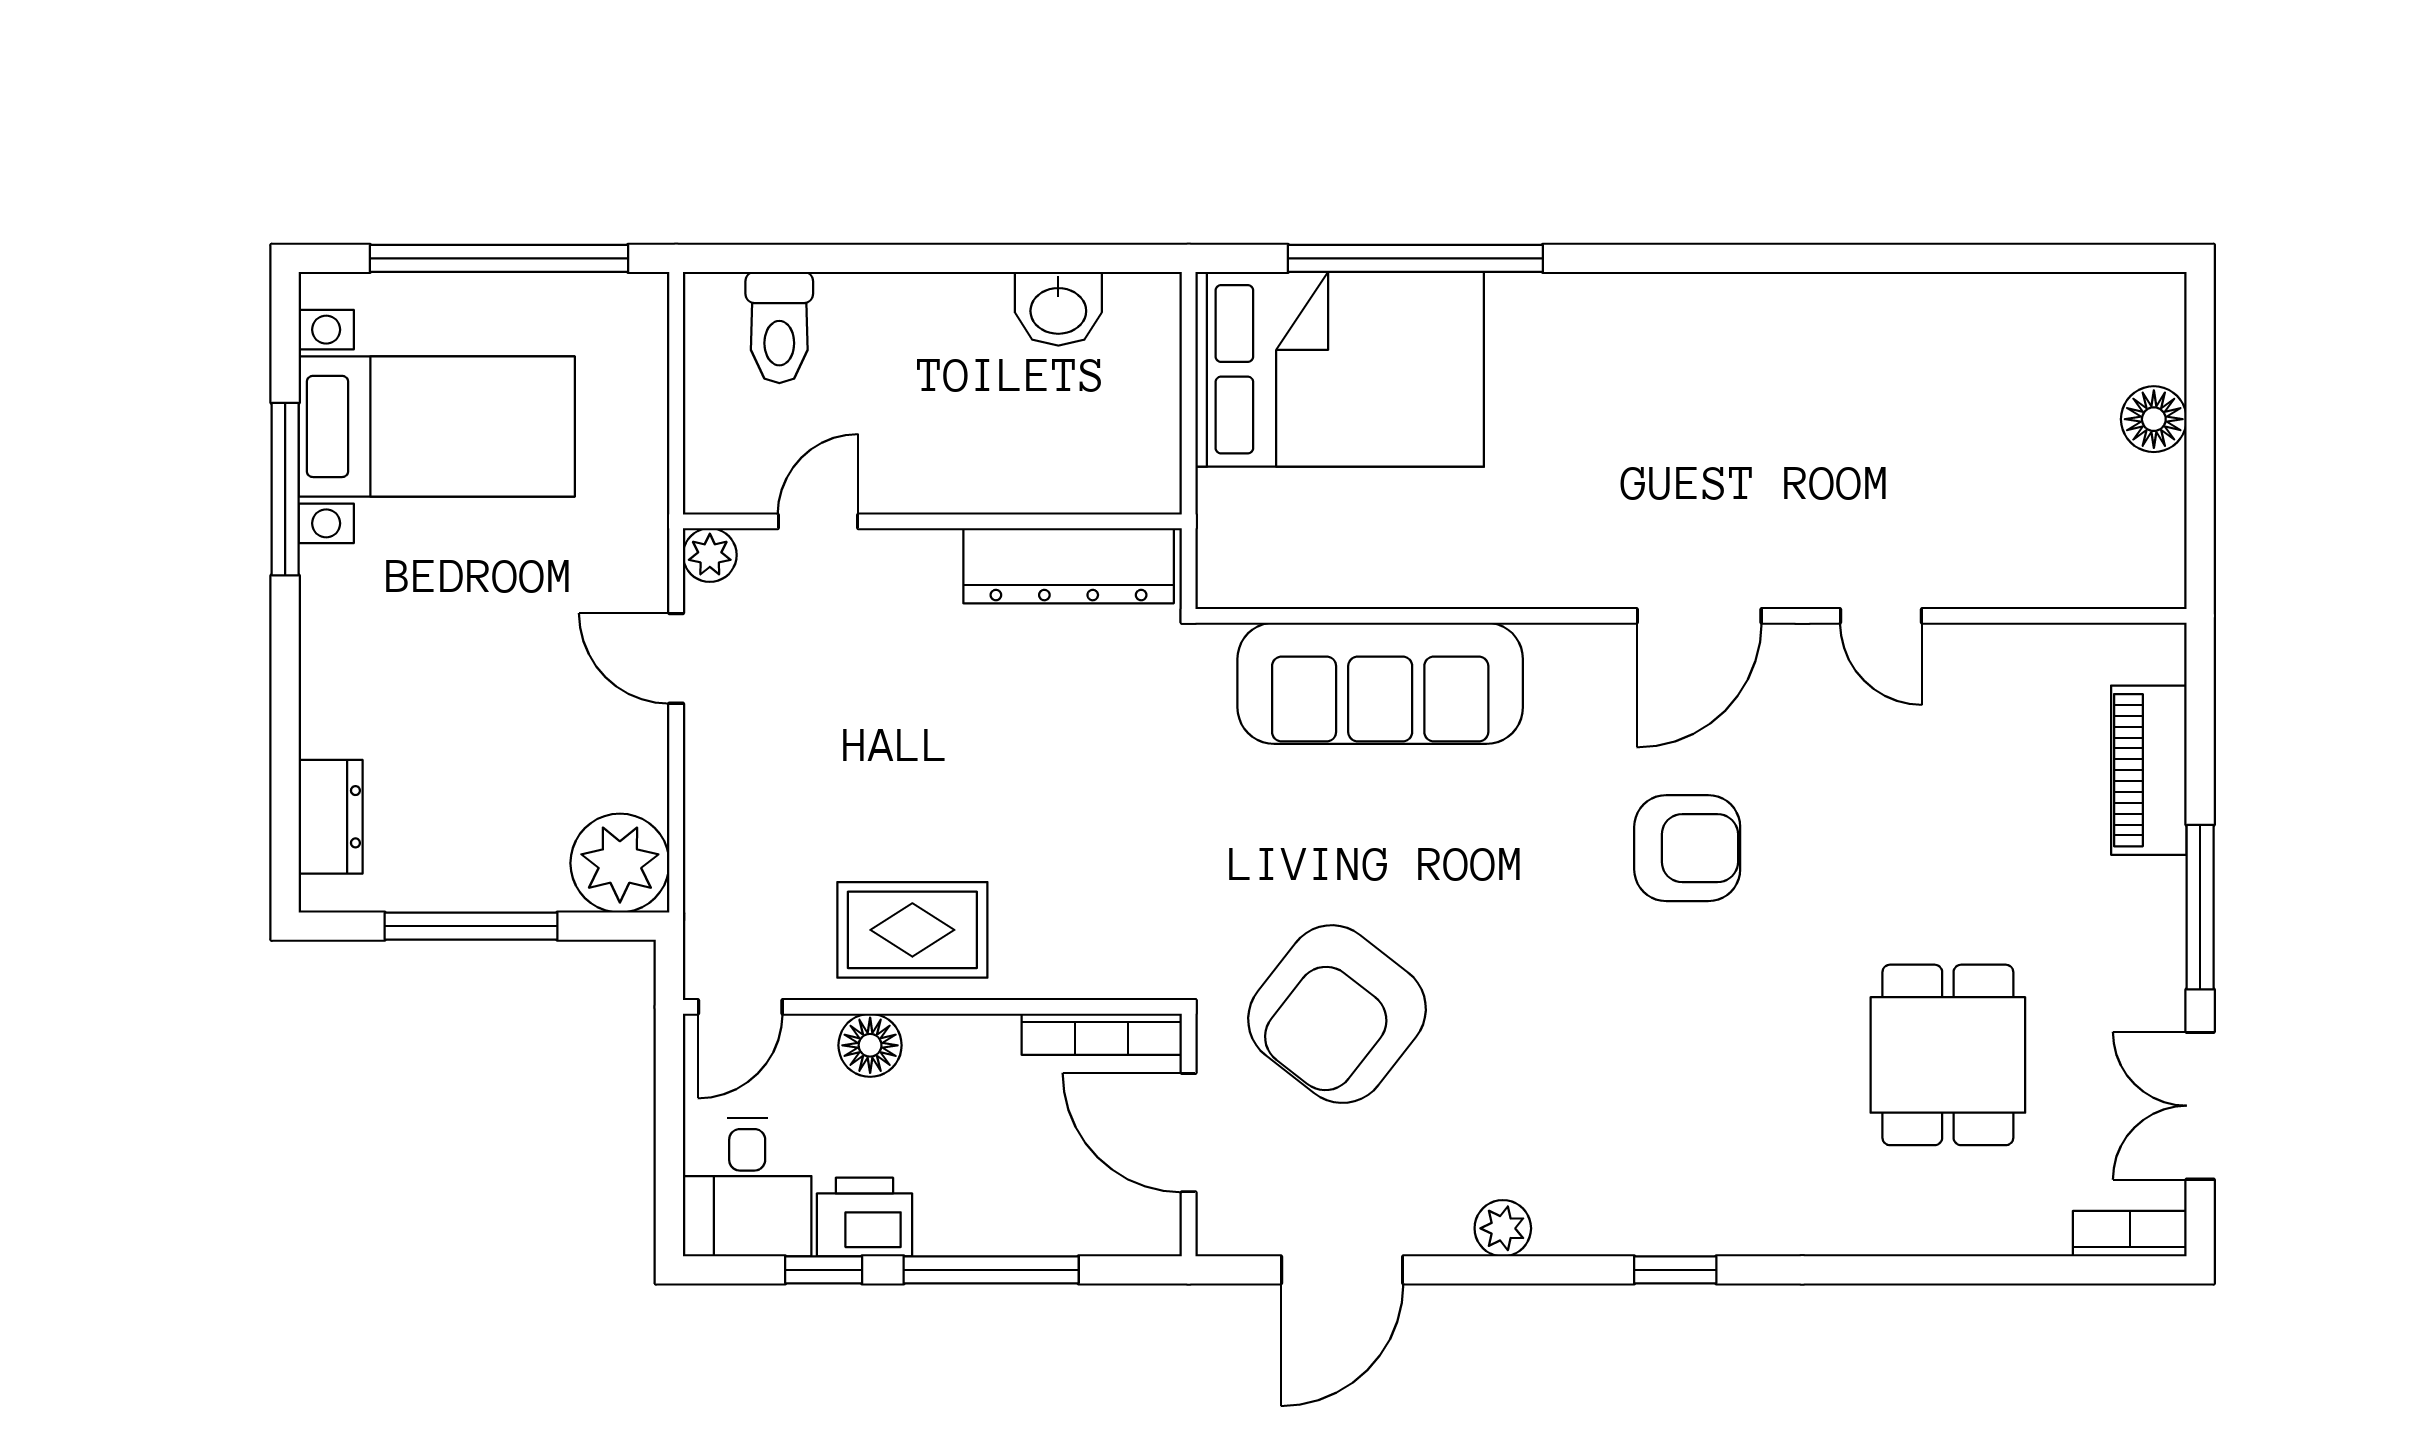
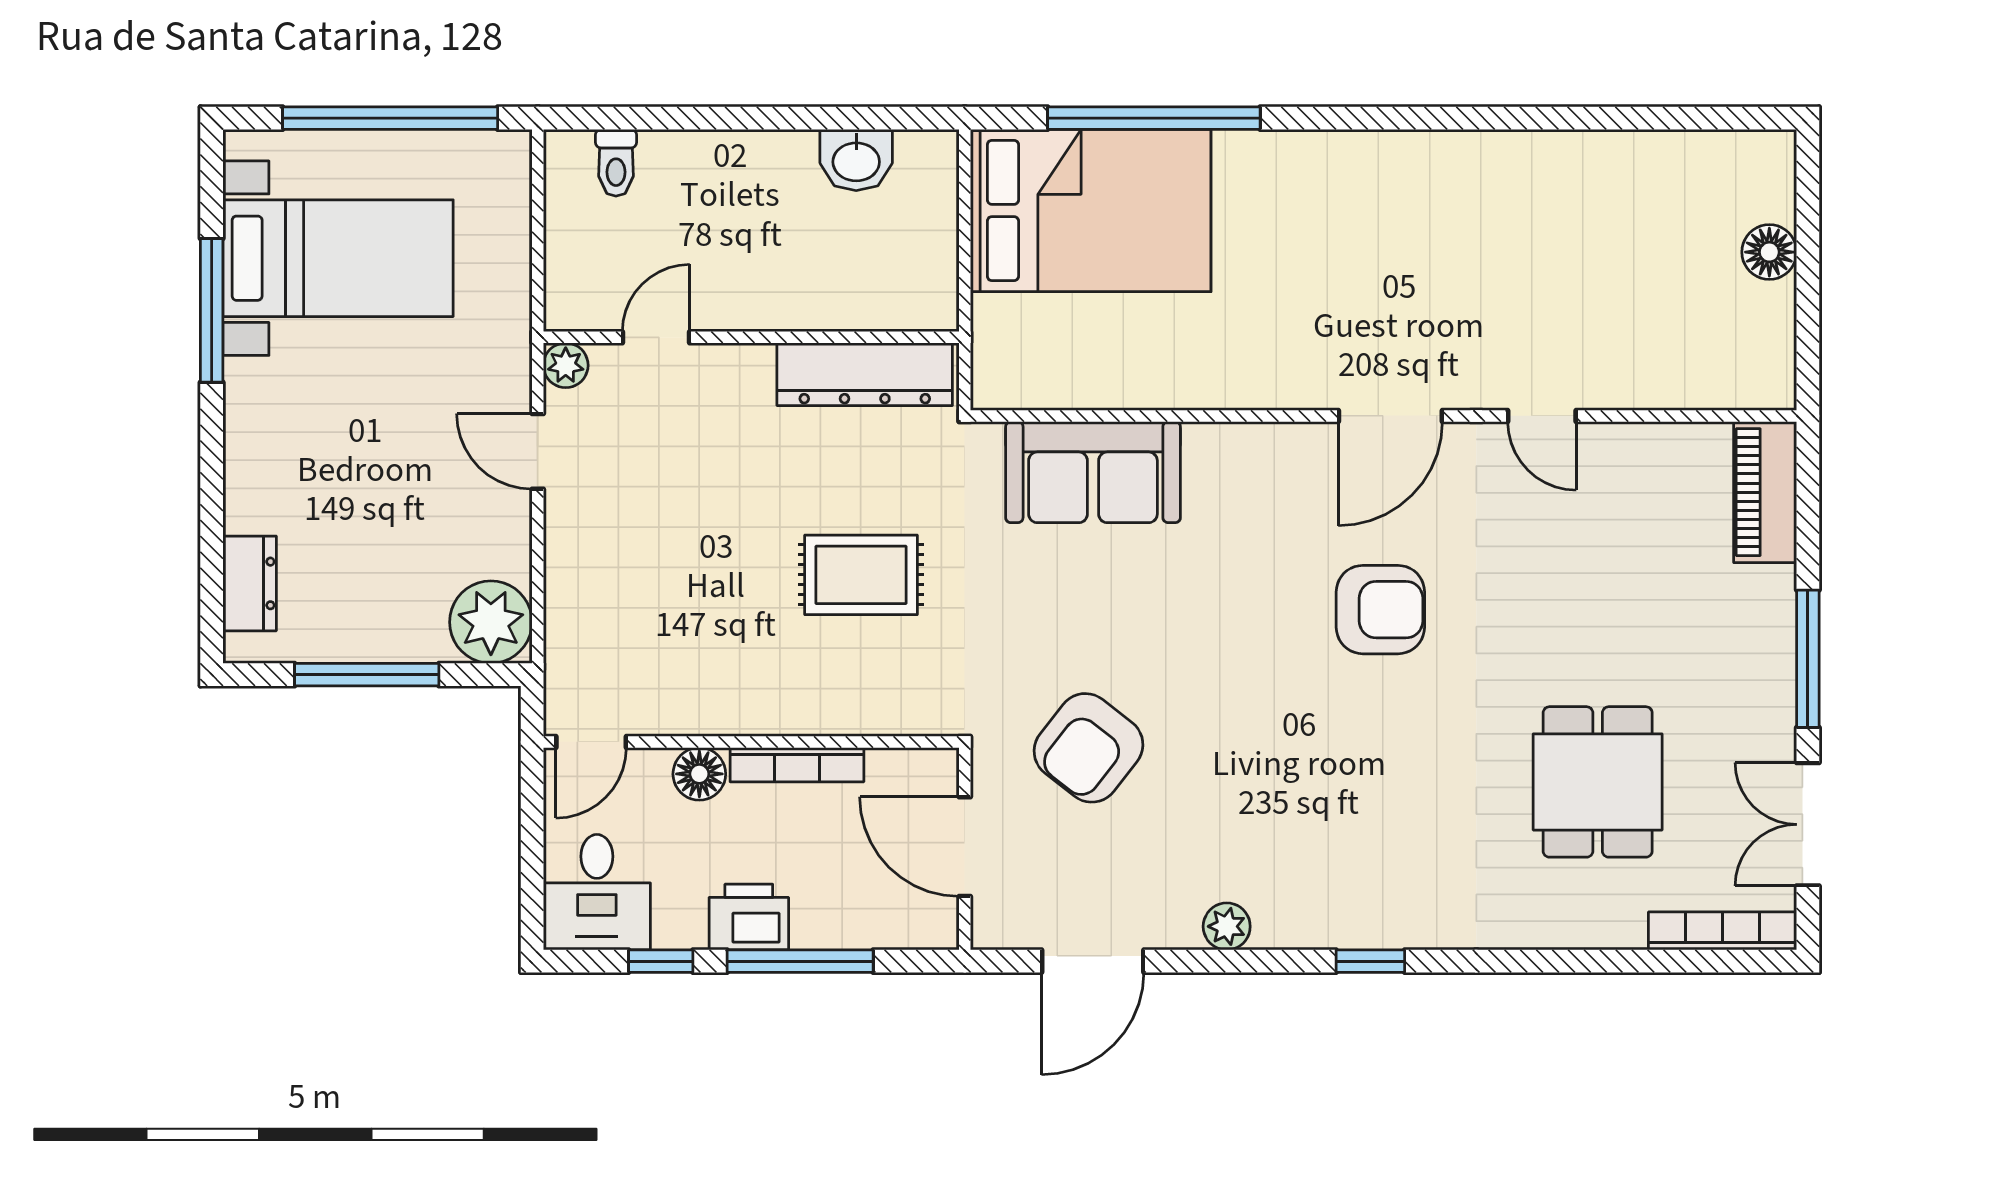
toilet: (779, 328) -> (616, 163), width x0.73, depth x0.72
sofa: (1380, 683) -> (1093, 472), width x0.73
piano: (2149, 770) -> (1765, 492), moved
rug: (912, 930) -> (861, 575), moved
armchair: (1337, 1014) -> (1088, 748), width x0.73, depth x0.73
bookcase: (1102, 1034) -> (797, 765), moved
printer: (864, 1217) -> (749, 917), moved
bookcase: (2130, 1234) -> (1723, 931), width x1.56

